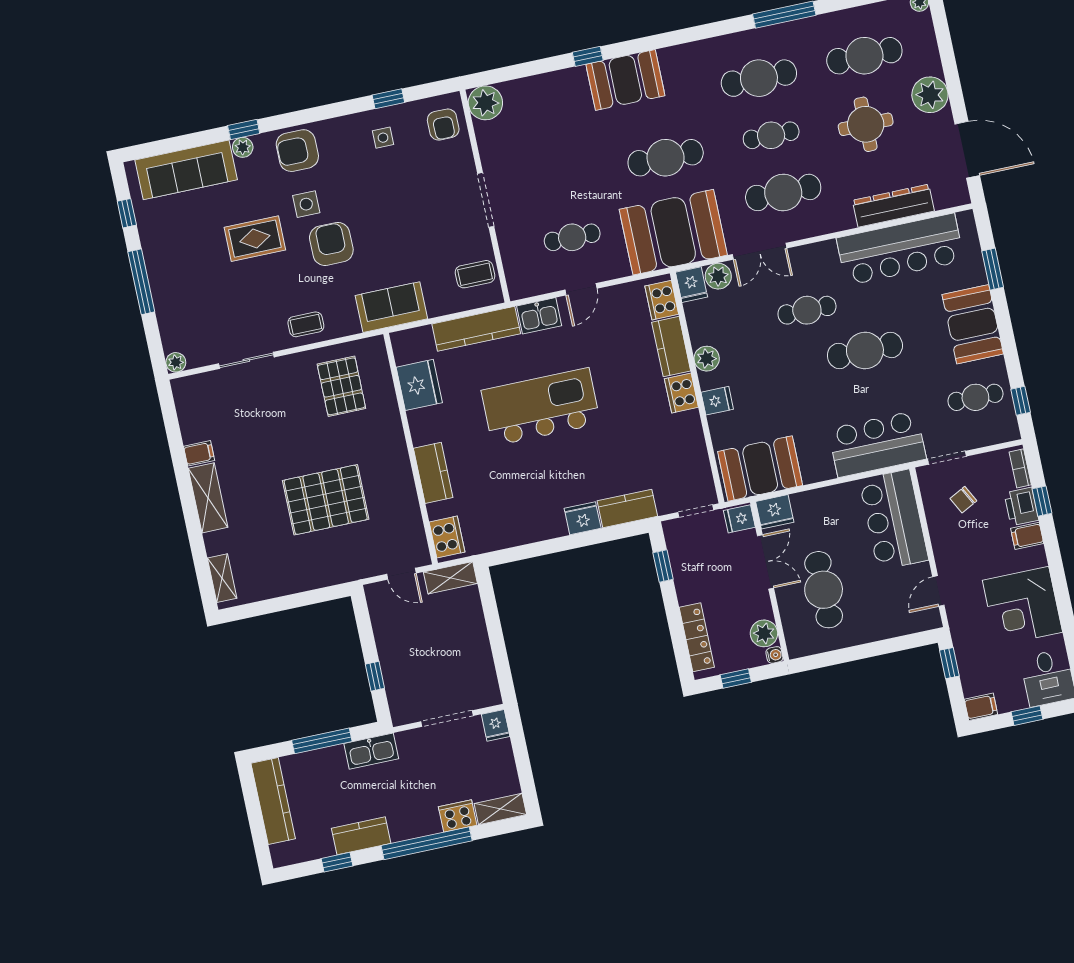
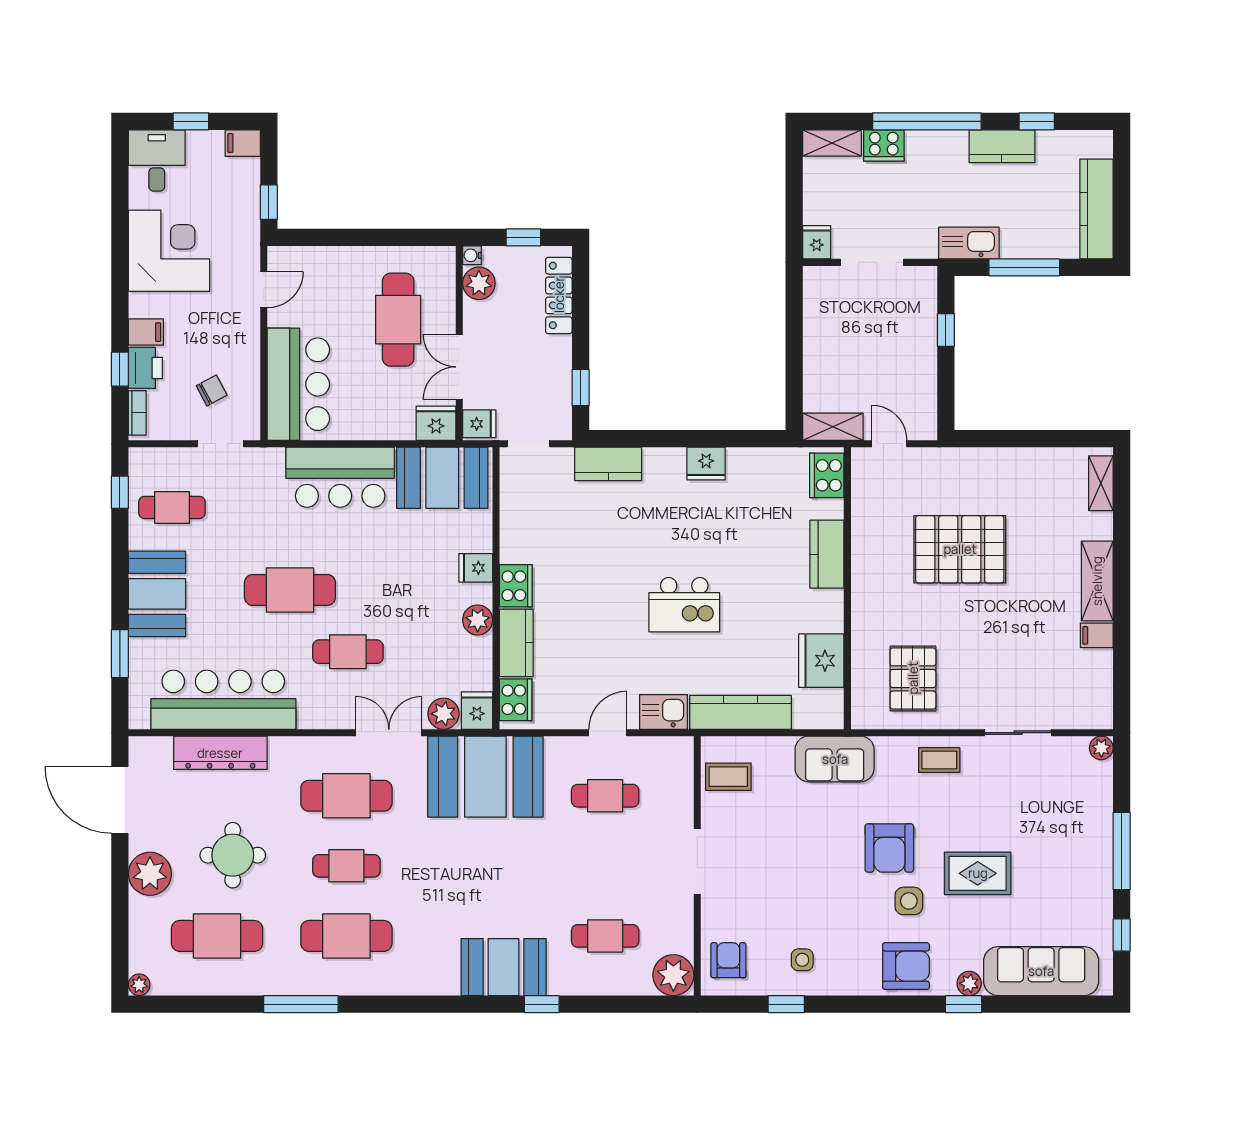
cafe table: (666, 158) -> (605, 936), moved, width x0.73, depth x0.74
kitchen island: (541, 407) -> (684, 605), width x0.54, depth x0.78
bar counter: (877, 444) -> (340, 477), moved
fridge: (583, 518) -> (706, 464), moved

